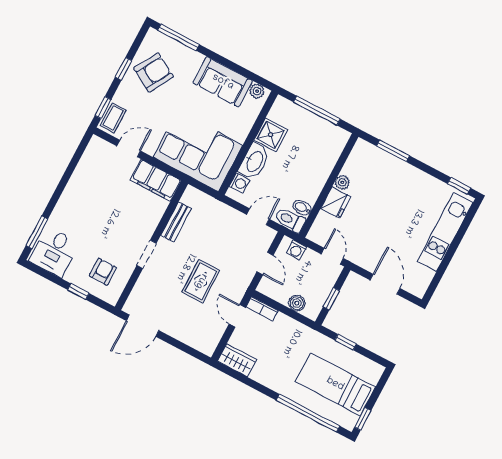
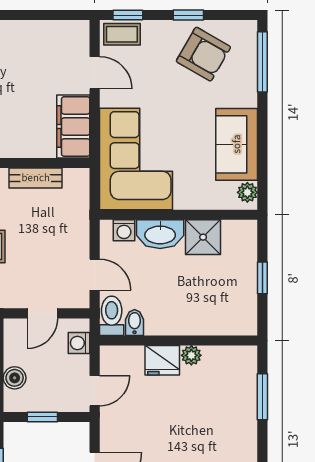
window: (317, 111) -> (262, 278), width x0.46

